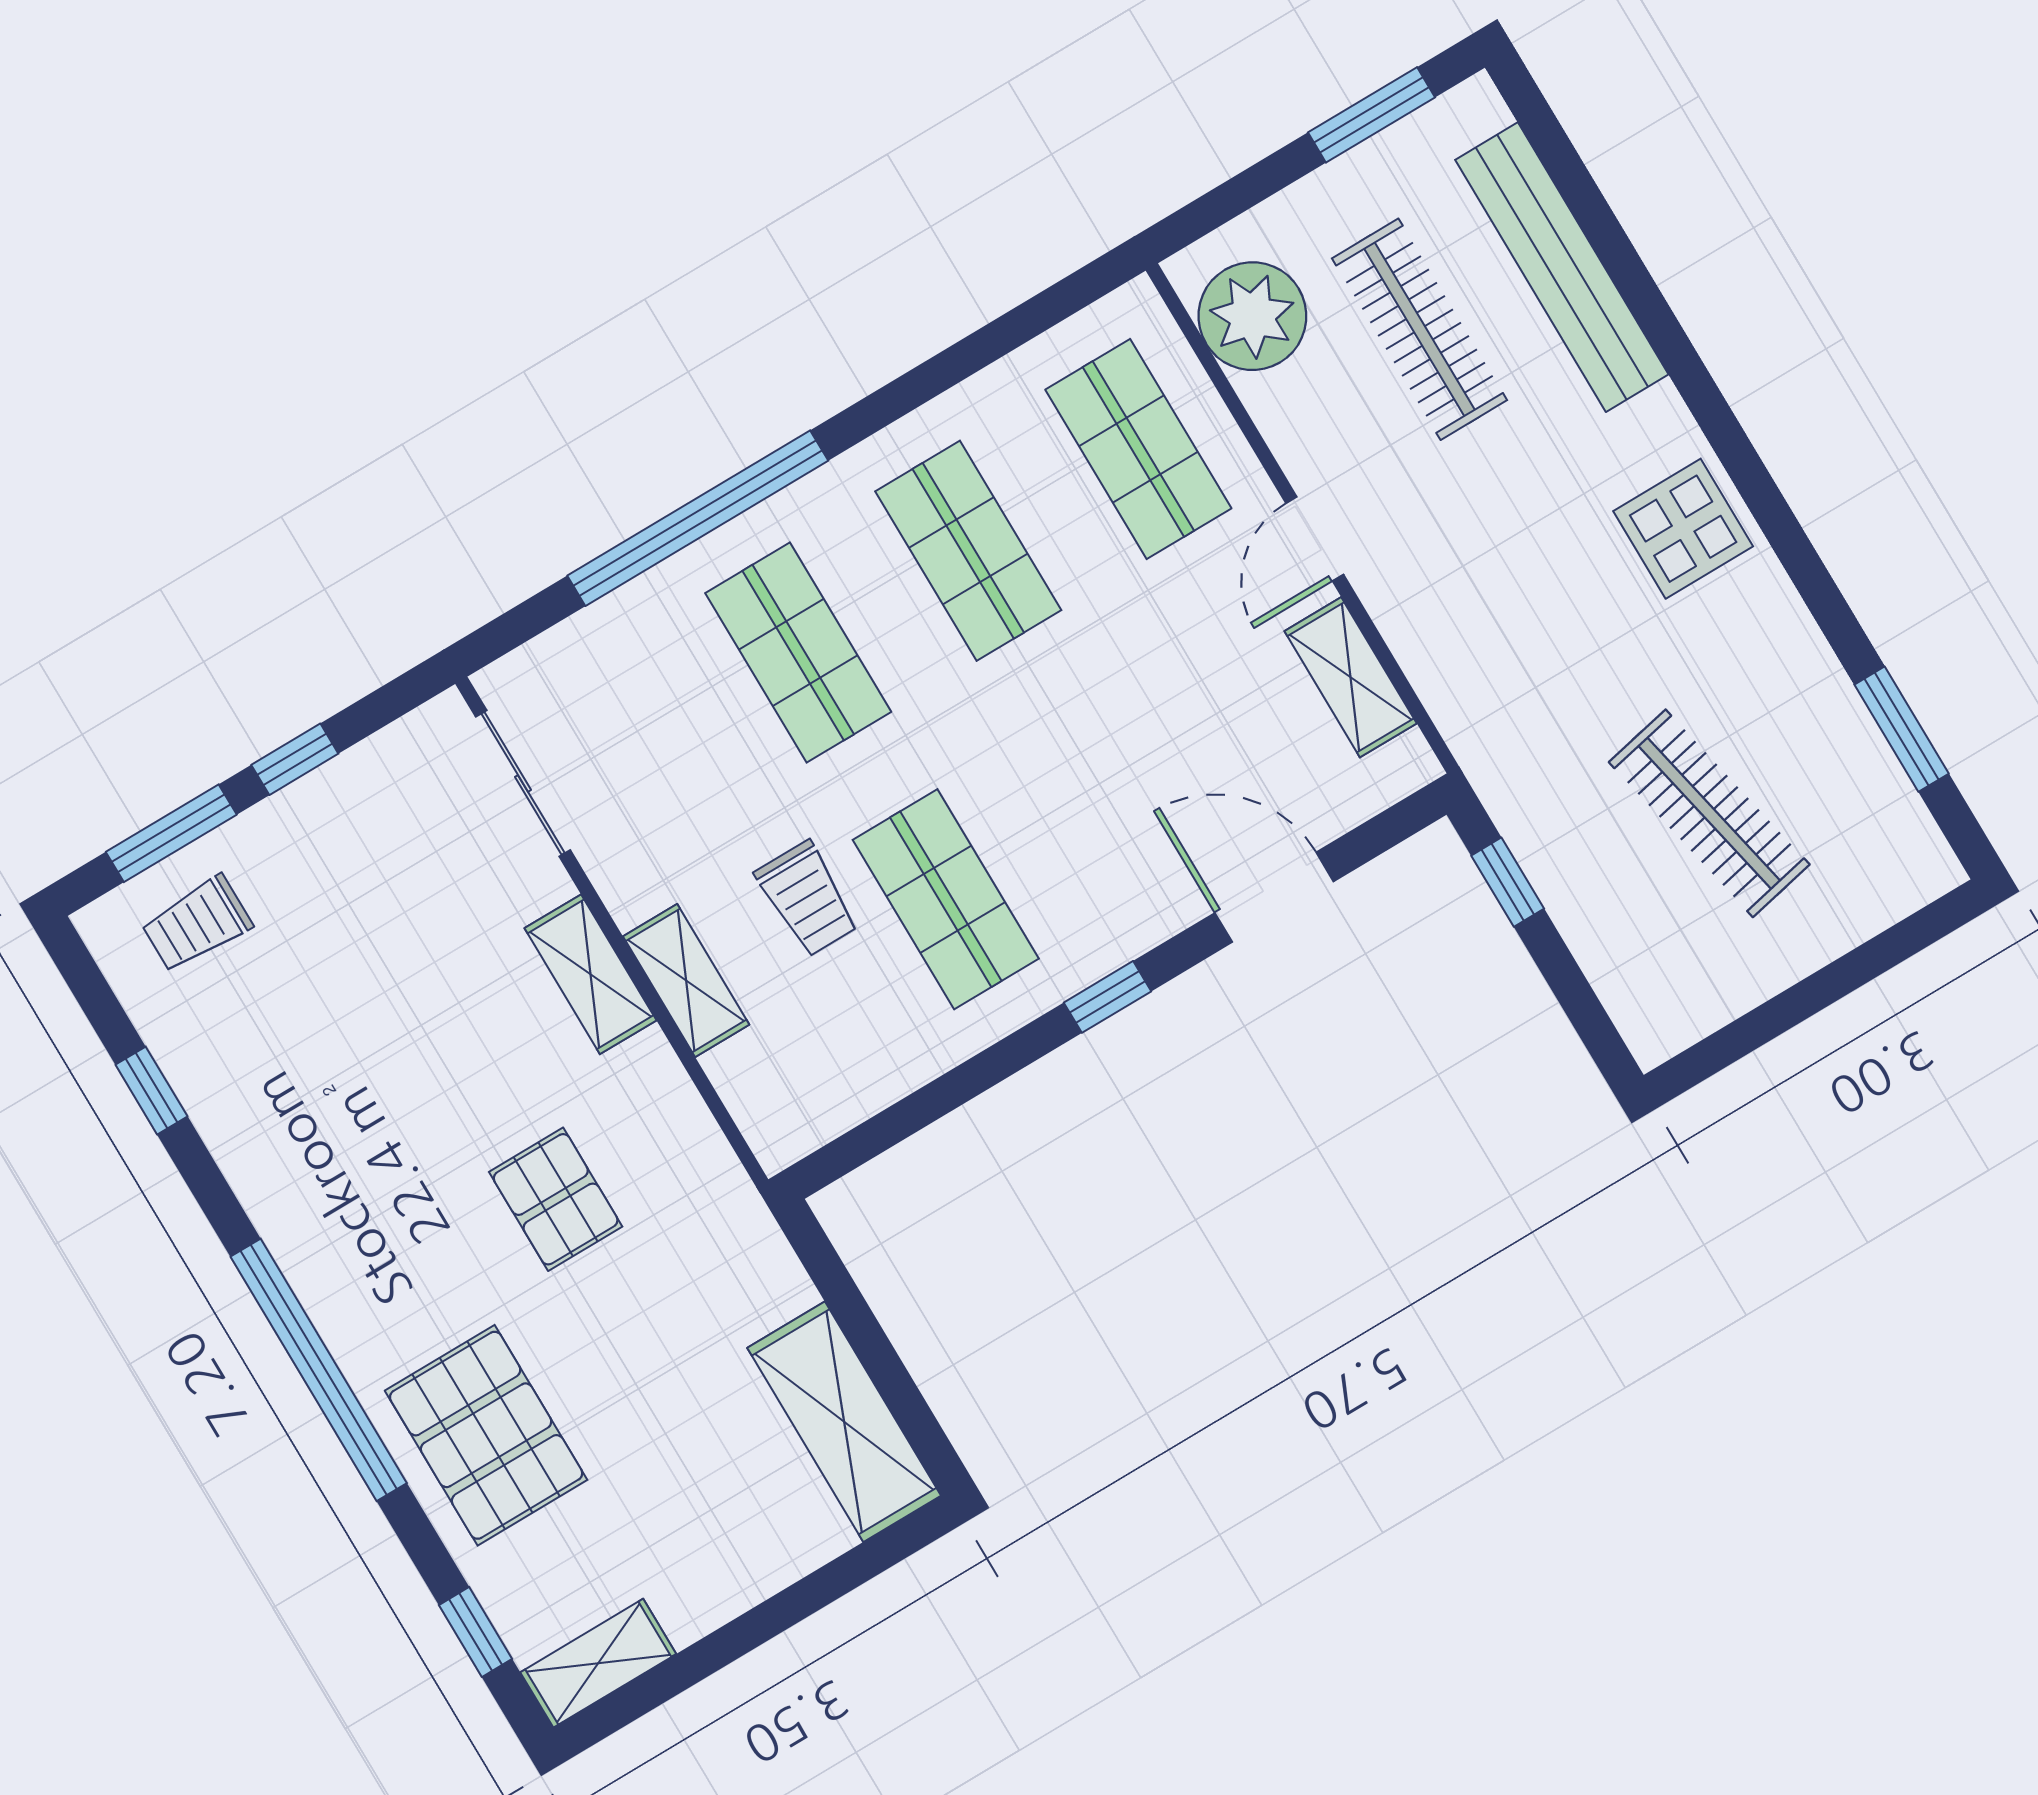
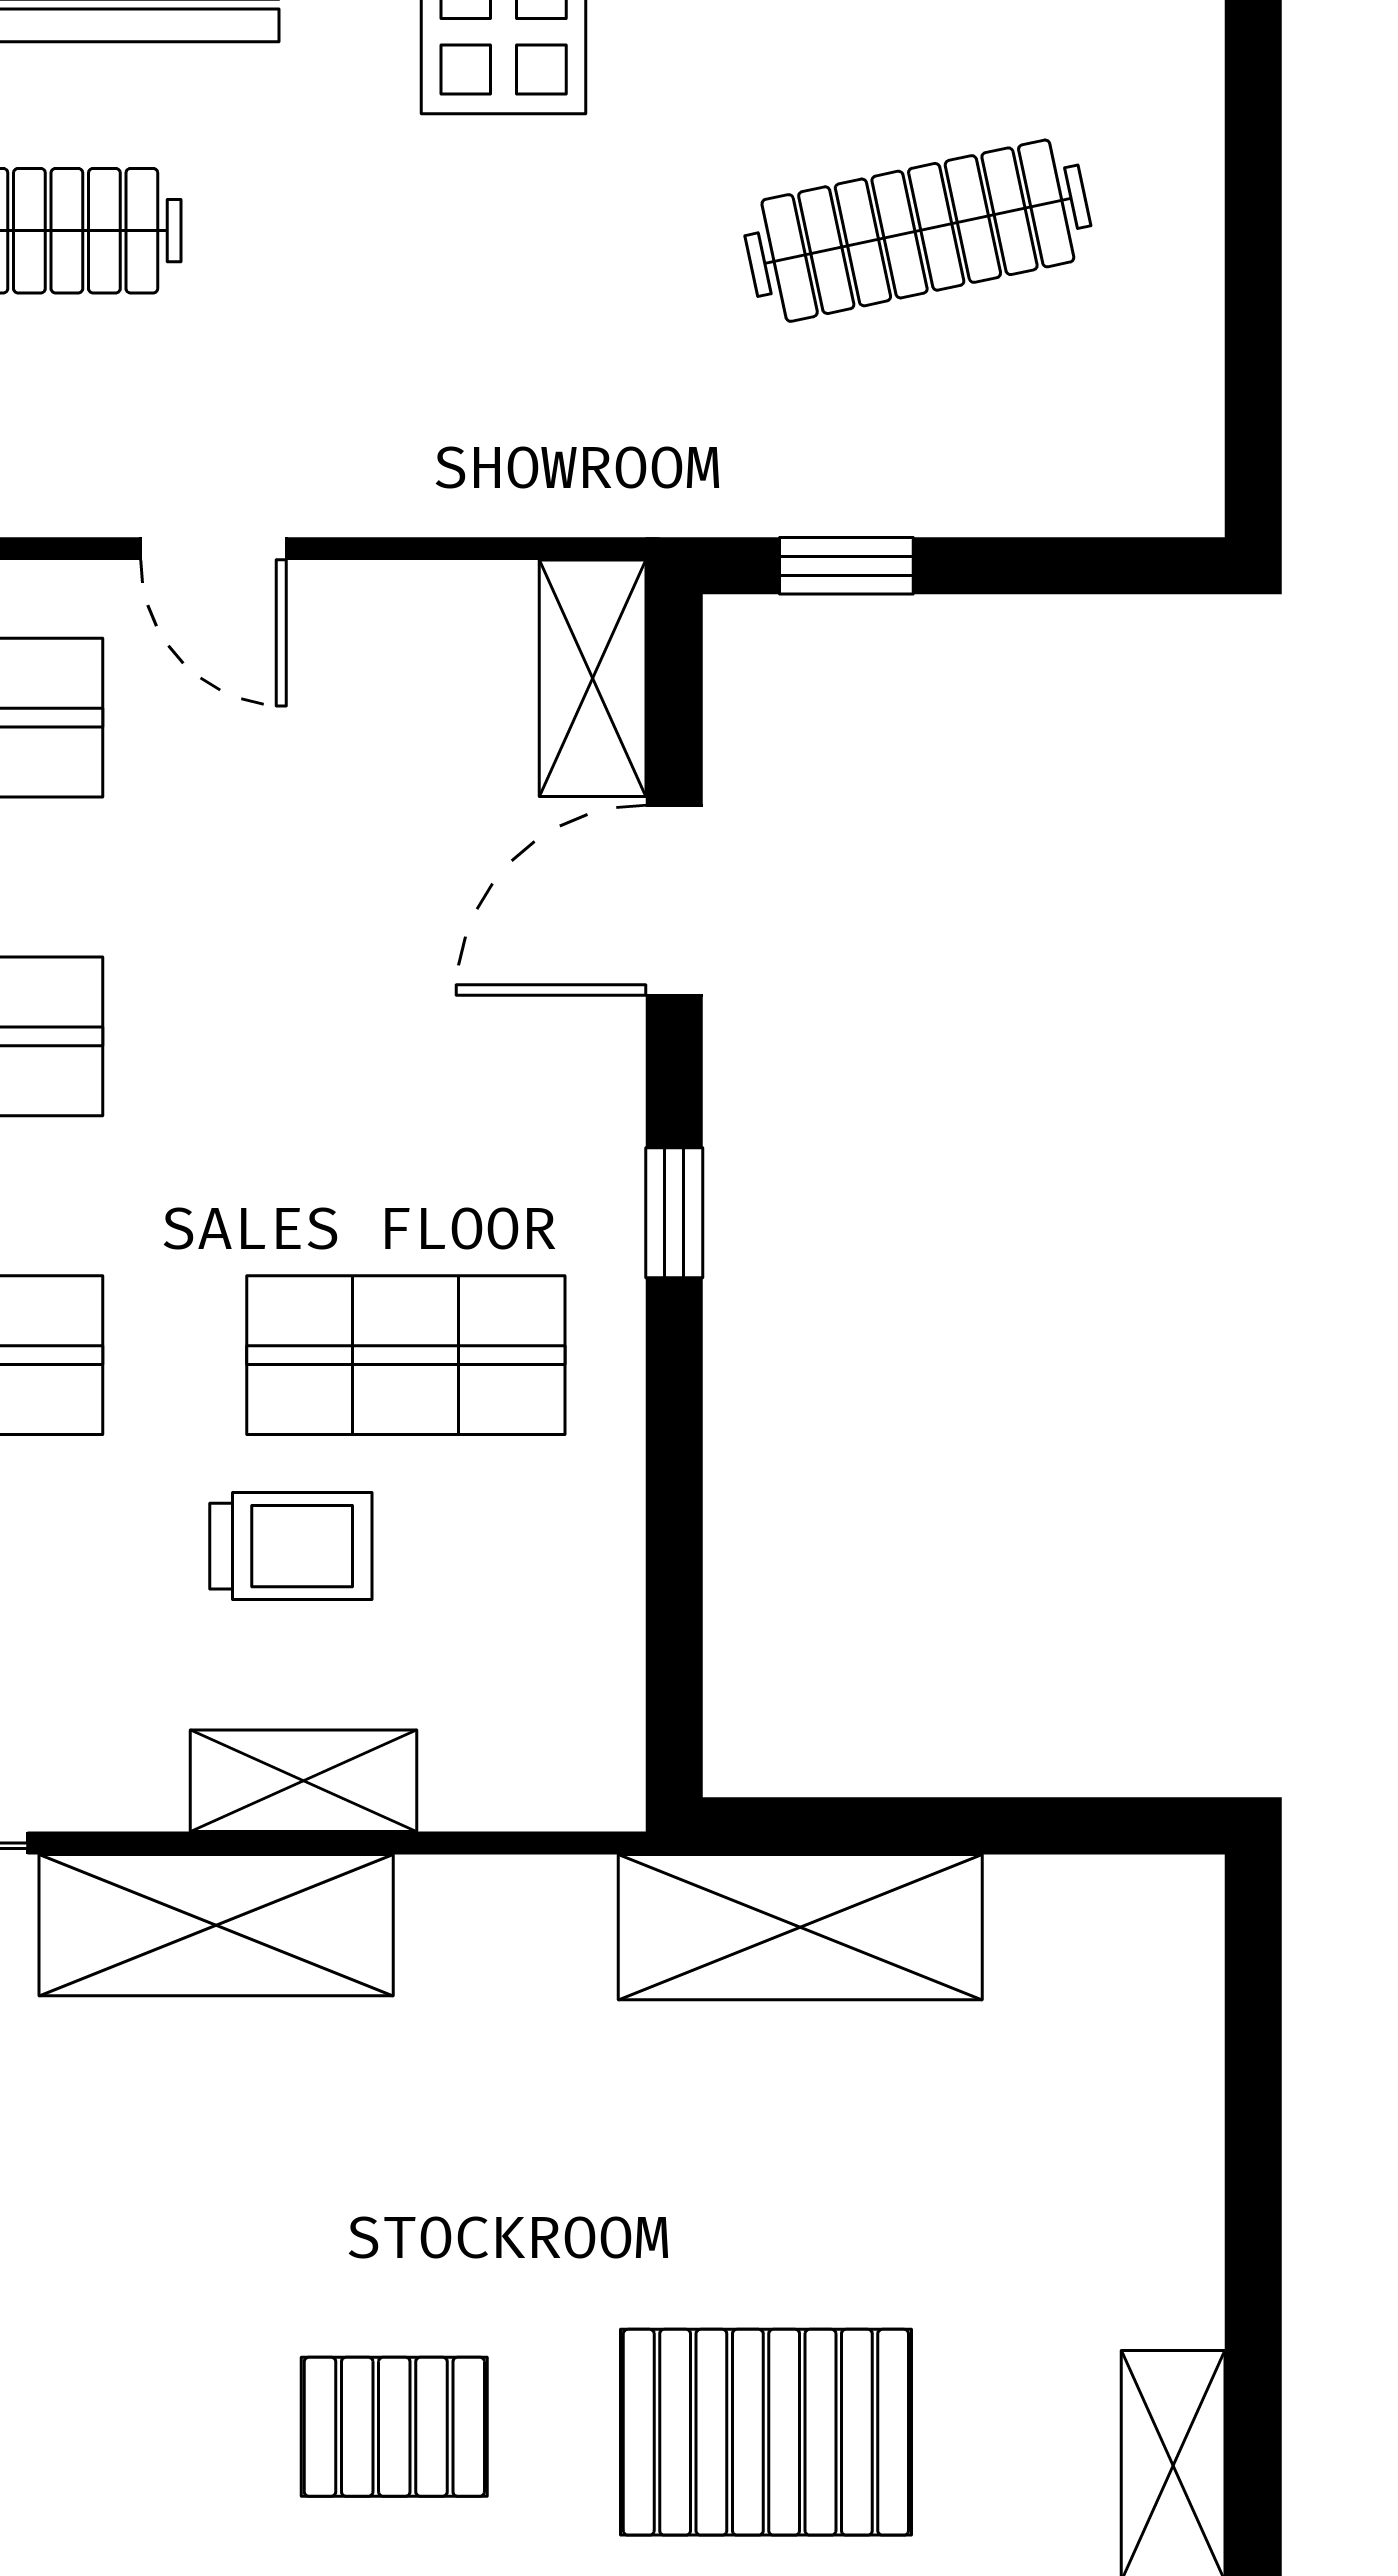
shelving: (1351, 677) -> (593, 678), moved, turned 90
shelving: (591, 974) -> (216, 1925), width x1.50, depth x1.33
pallet: (556, 1199) -> (394, 2427), moved
shelving: (844, 1422) -> (800, 1927), moved

